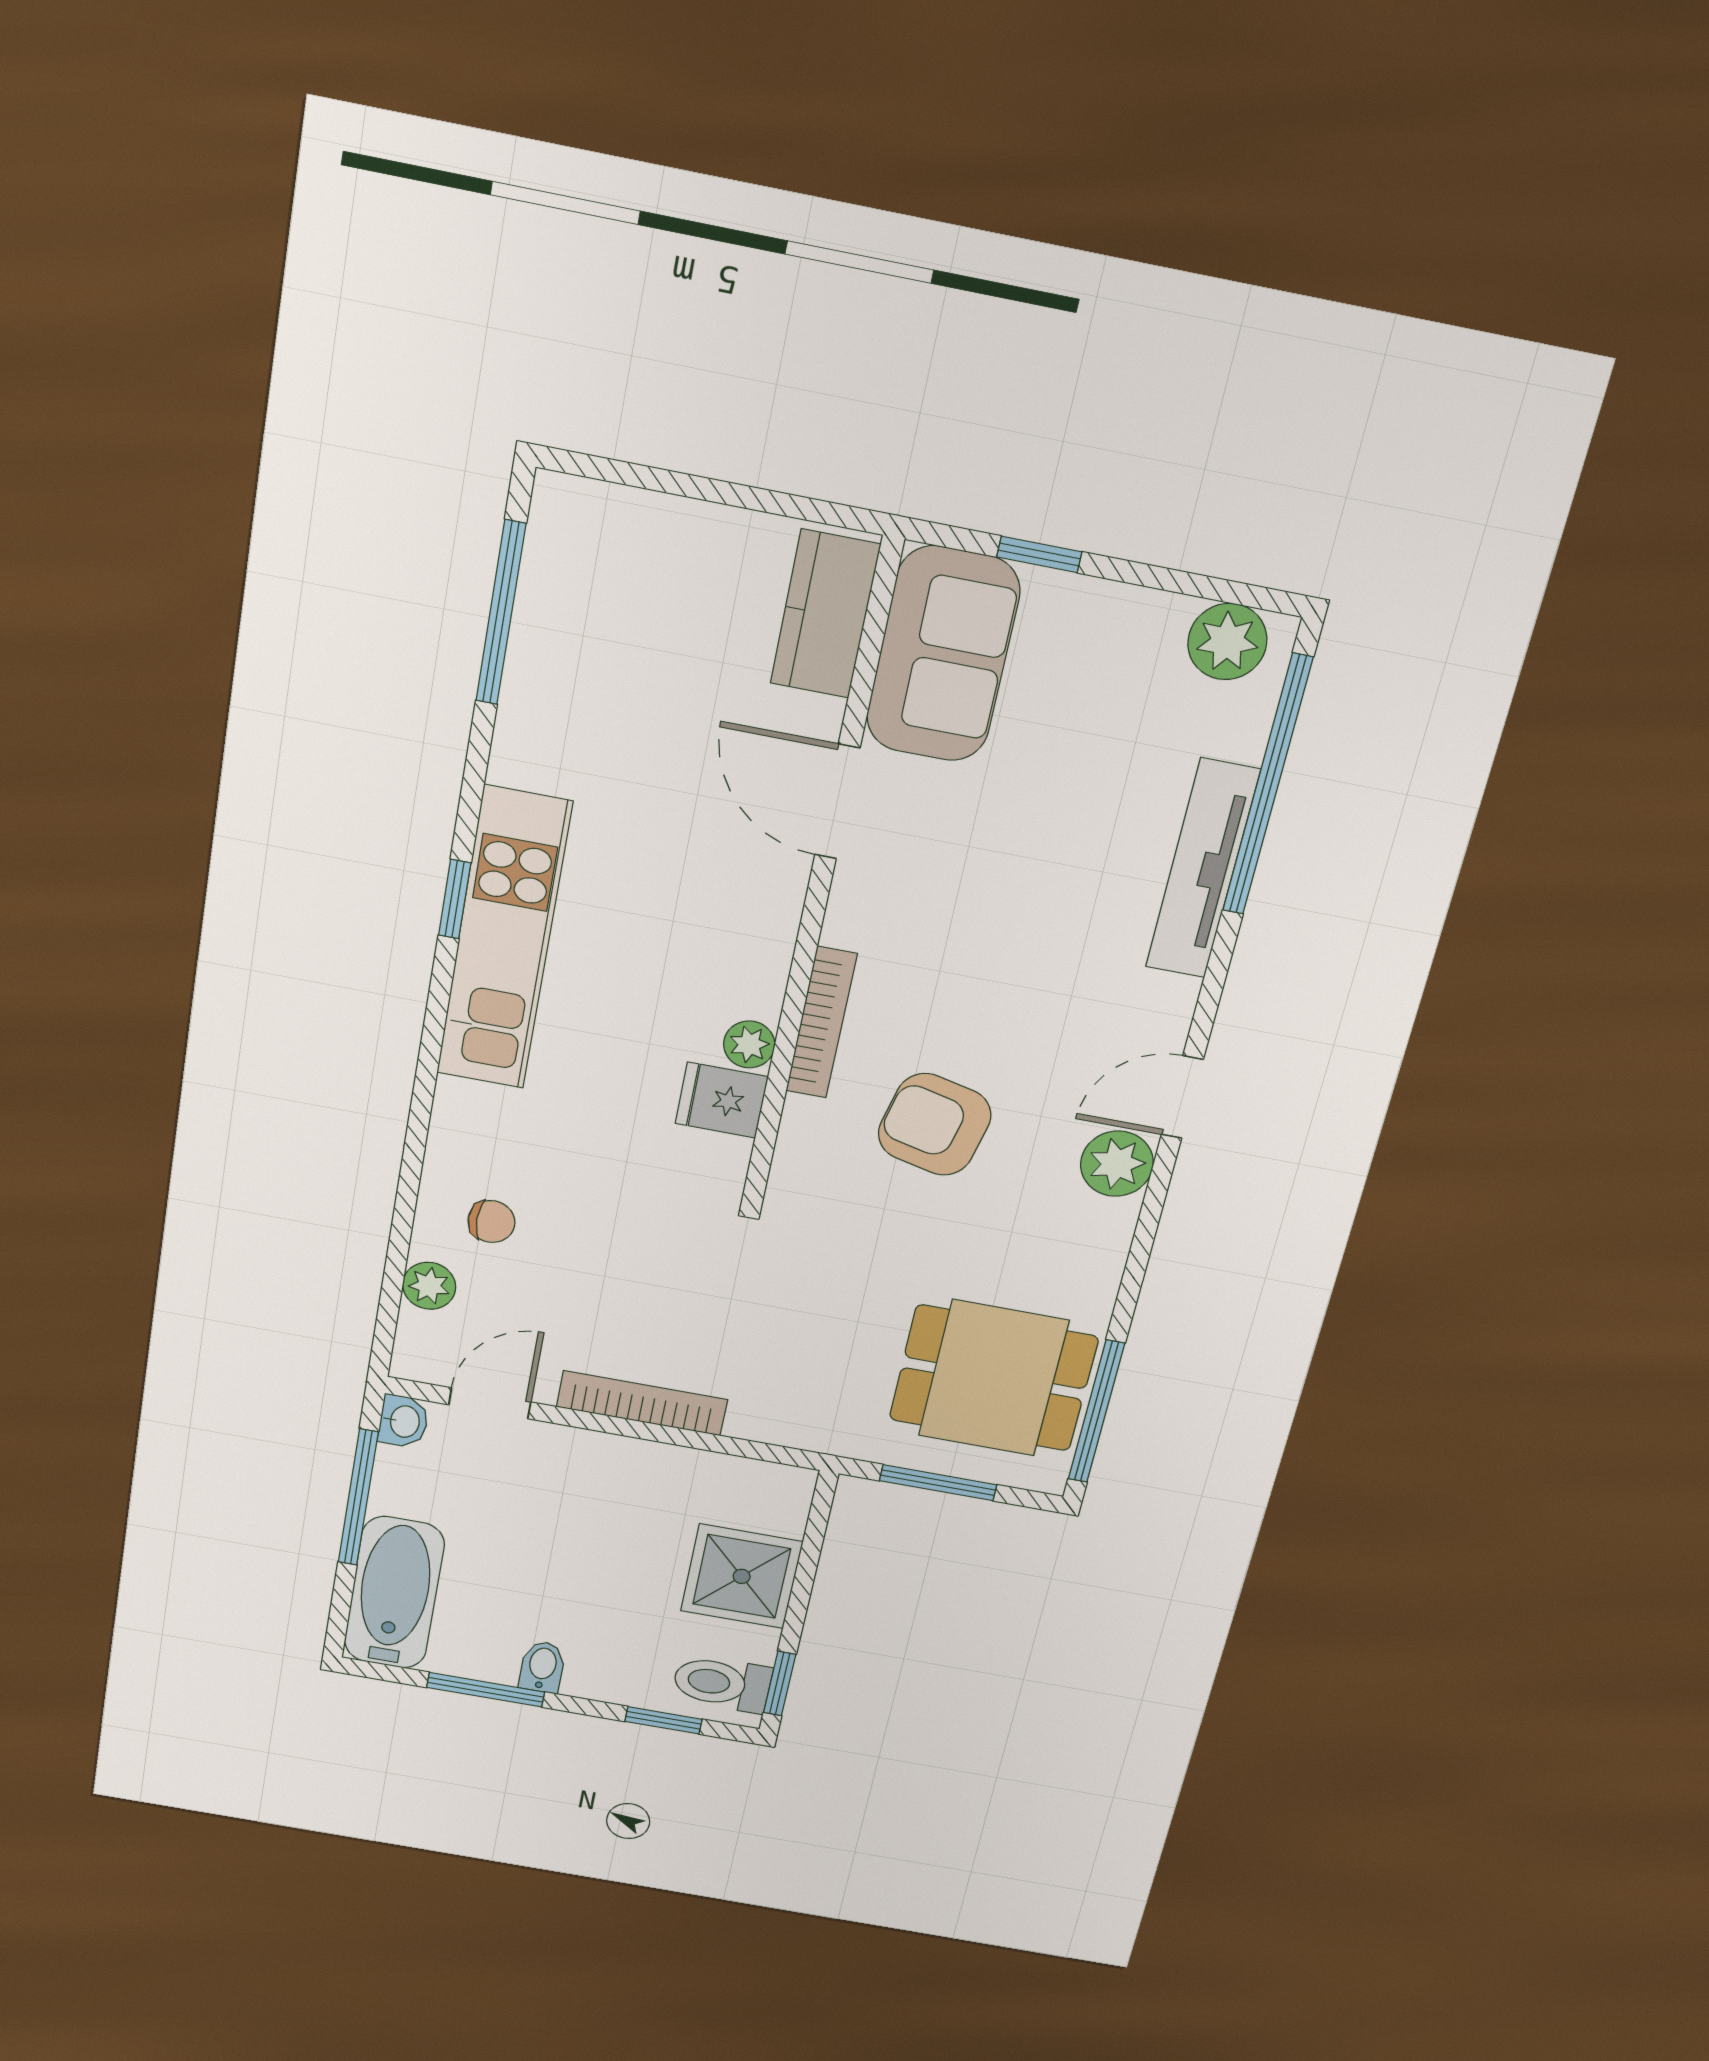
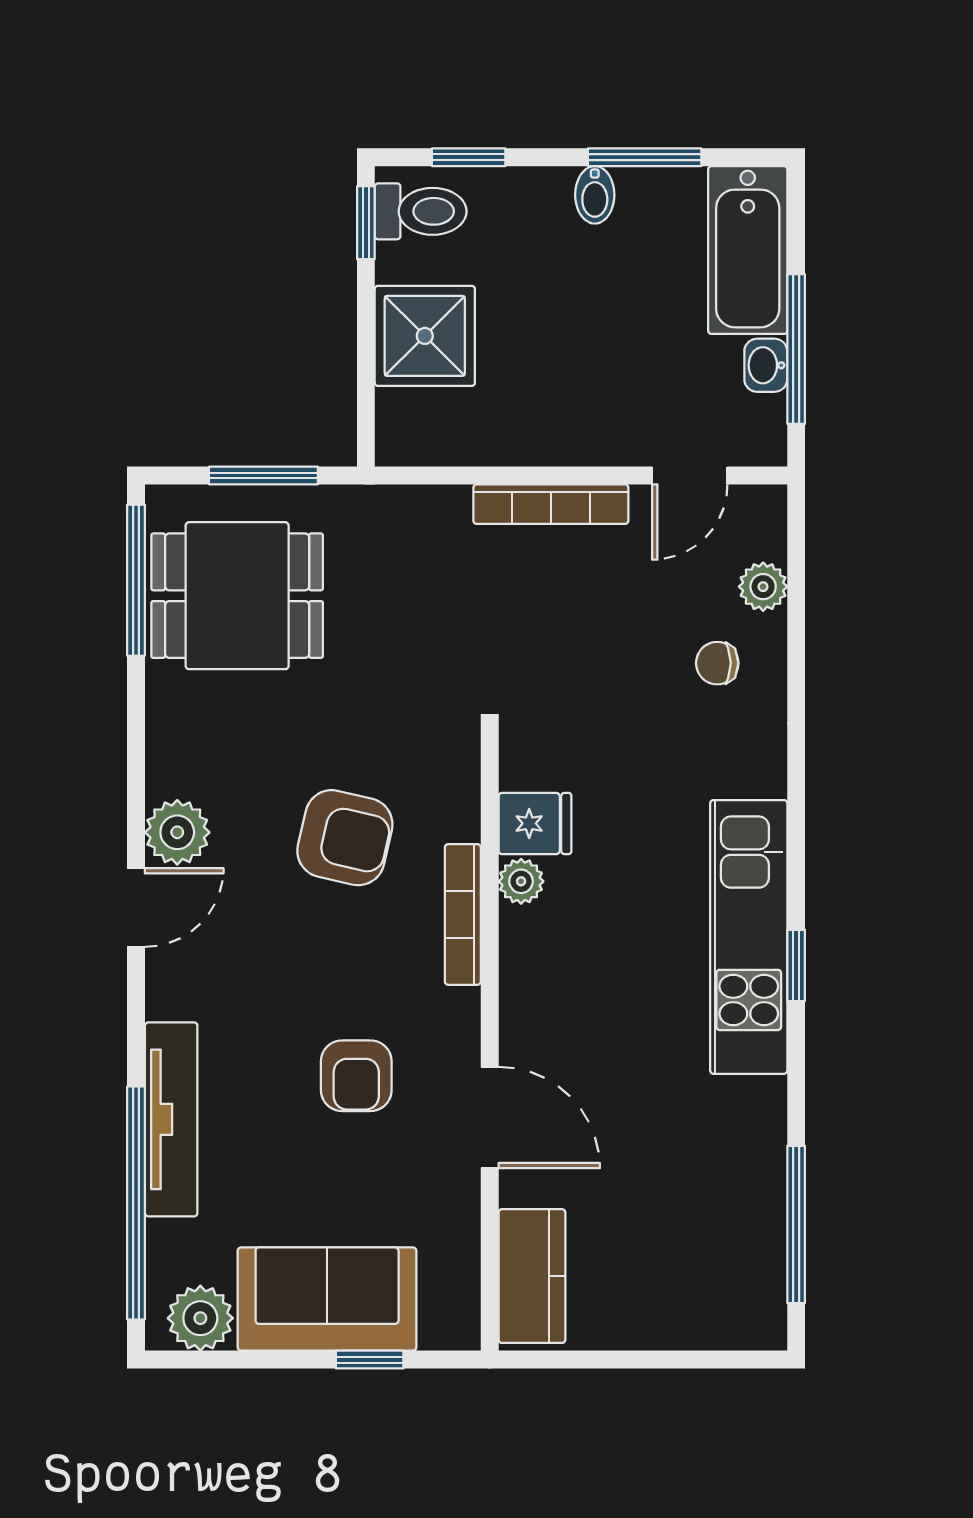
sofa: (943, 654) -> (327, 1299), moved, turned 90
armchair: (980, 876) -> (356, 1076), added
washbasin: (404, 1421) -> (766, 365), moved

